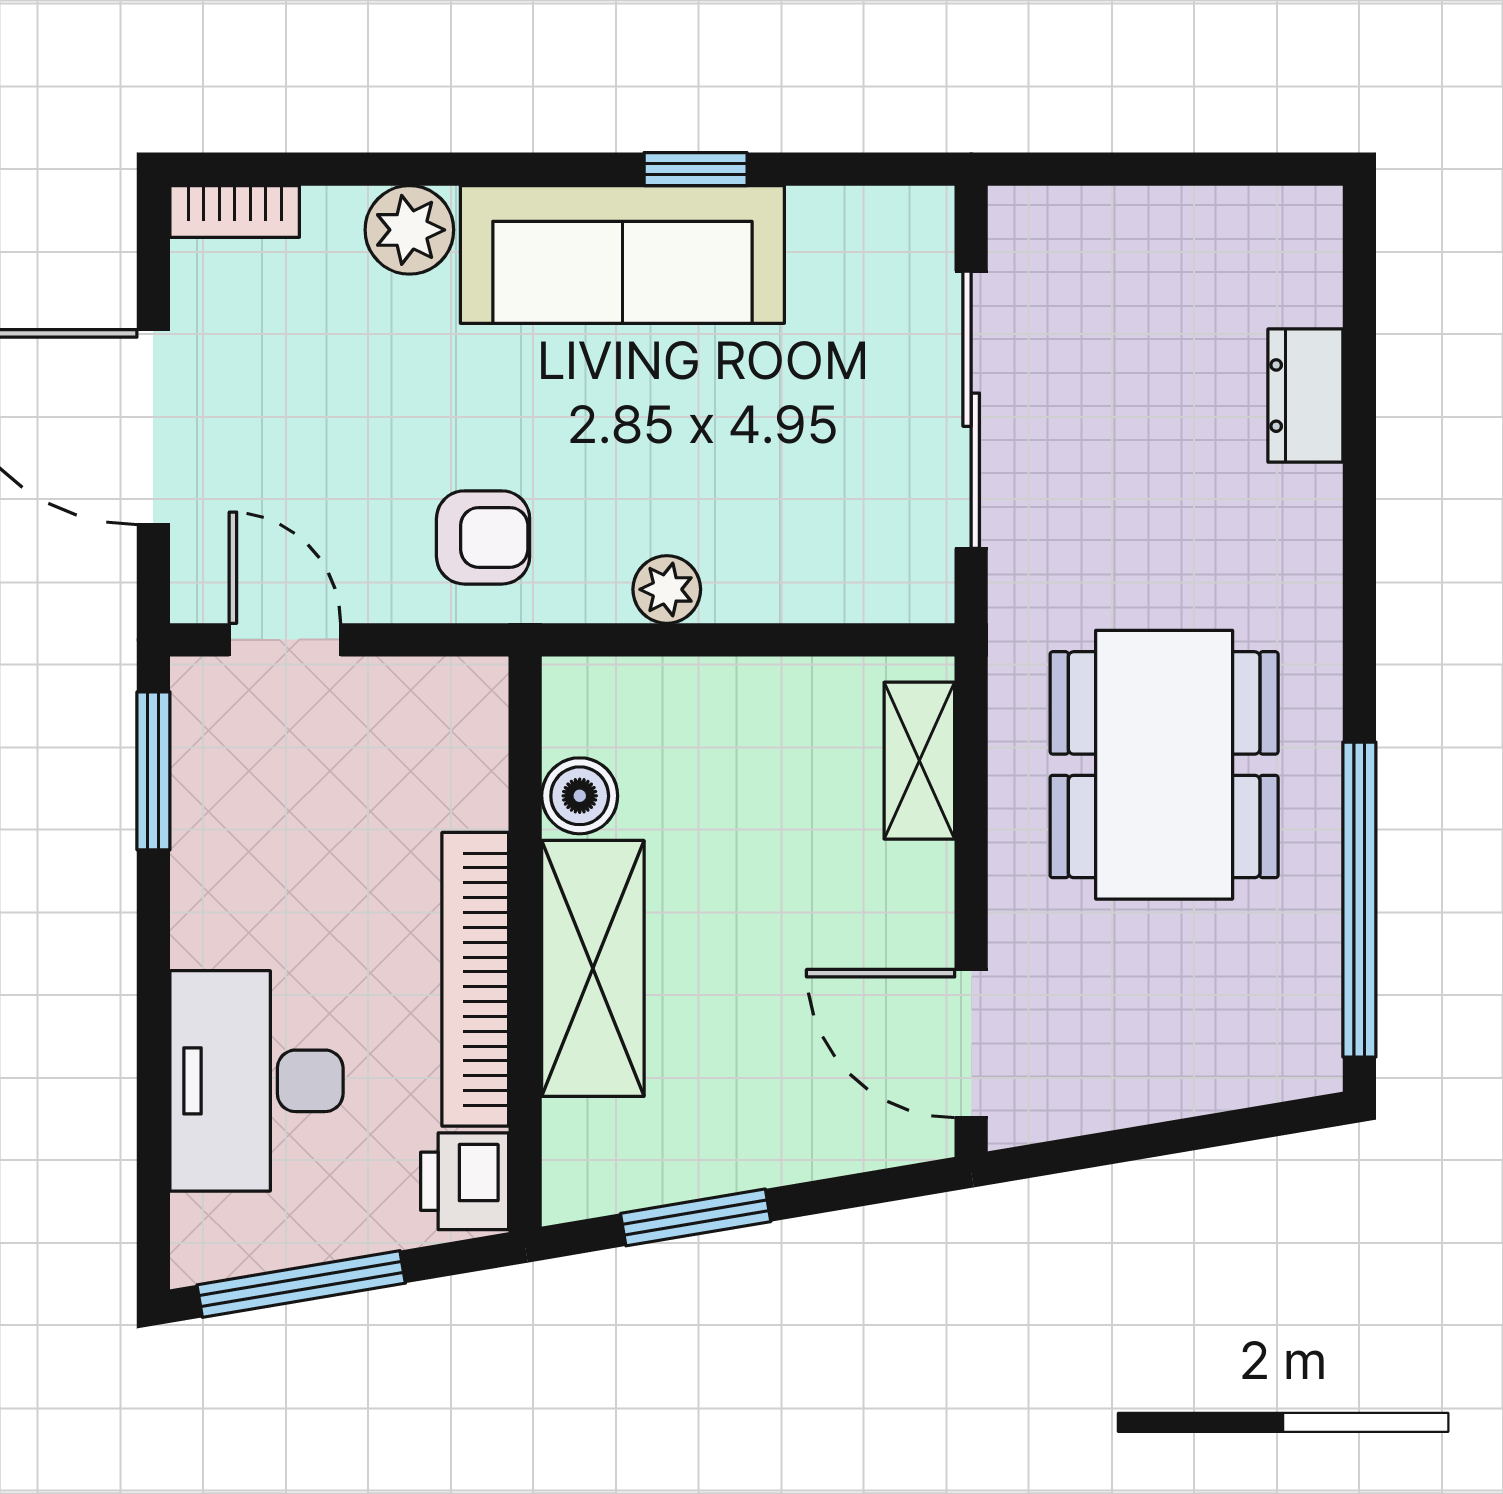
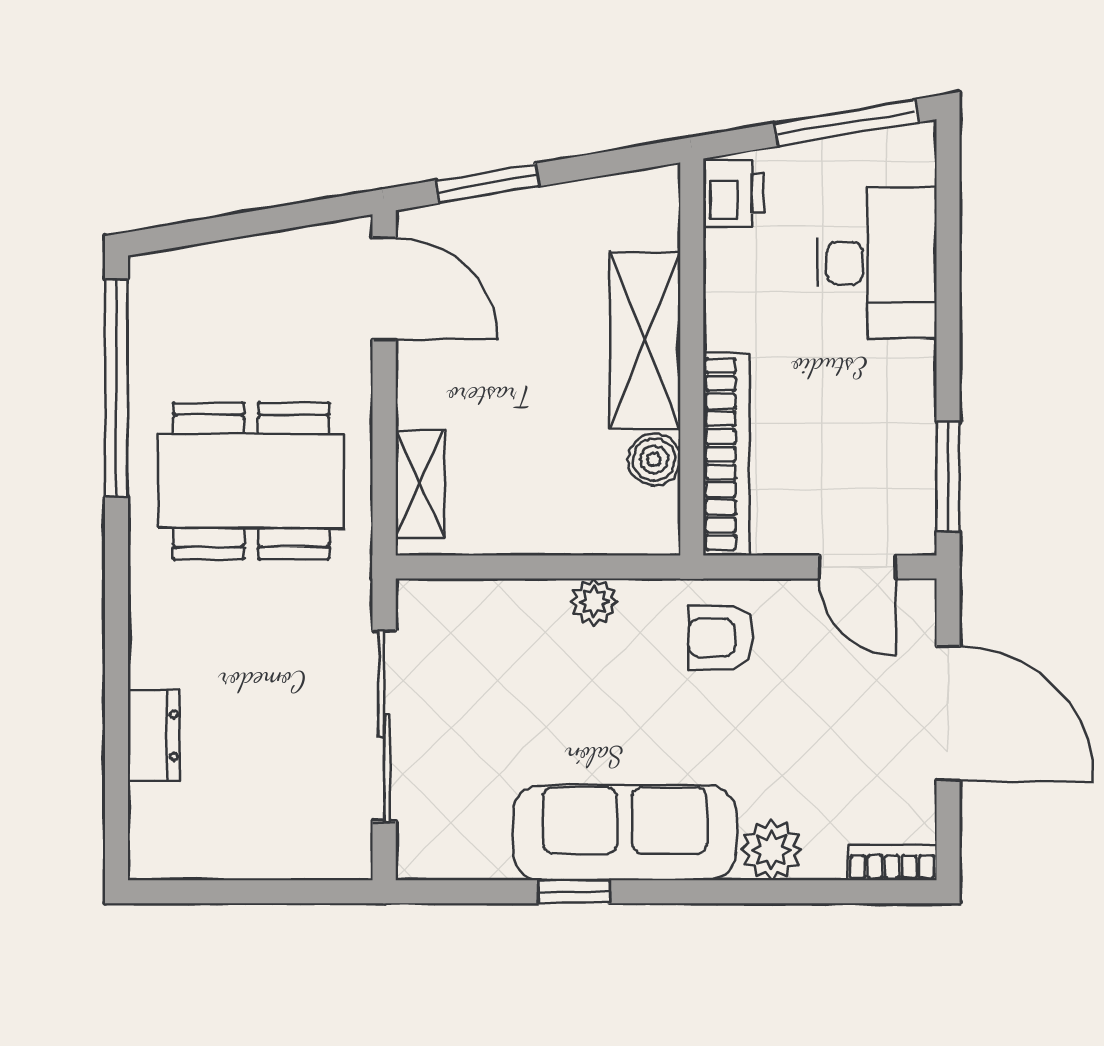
dining table: (1164, 765) -> (251, 481), turned 90
bookcase: (475, 979) -> (726, 454), moved
window: (696, 1217) -> (488, 183), moved

